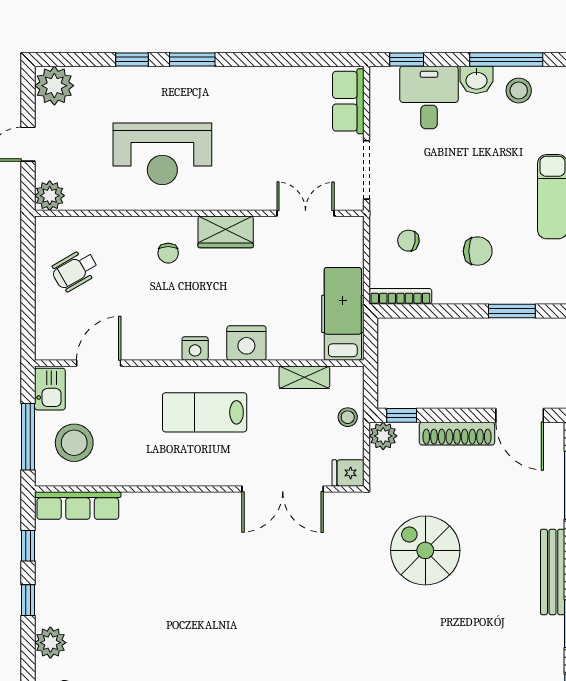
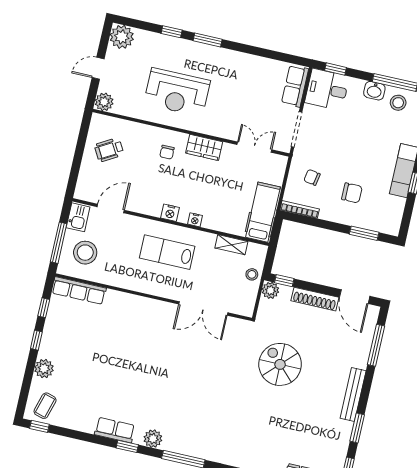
desk: (429, 97) -> (327, 89), moved, turned -90
nightstand: (246, 343) -> (195, 220), width x0.53, depth x0.56
fridge: (348, 473) -> (244, 308), removed

